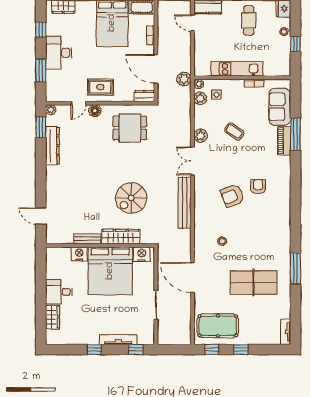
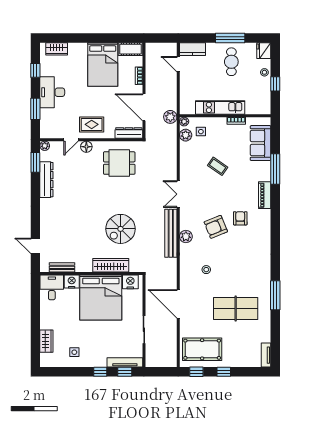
dresser: (144, 96) -> (129, 133), width x1.44
plant: (201, 136) -> (186, 236), moved
piano: (284, 141) -> (265, 195), moved
bench: (87, 239) -> (62, 267), moved
desk: (59, 292) -> (52, 287), moved, turned 90
side table: (82, 329) -> (74, 352), added
tv unit: (118, 340) -> (125, 362), moved
window: (94, 350) -> (100, 372), moved

